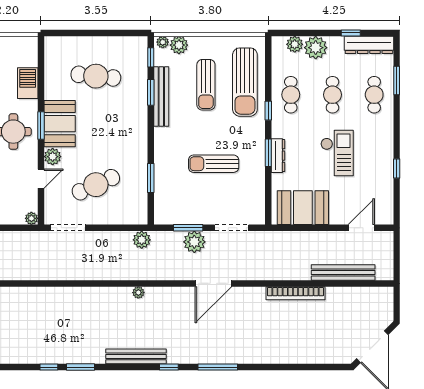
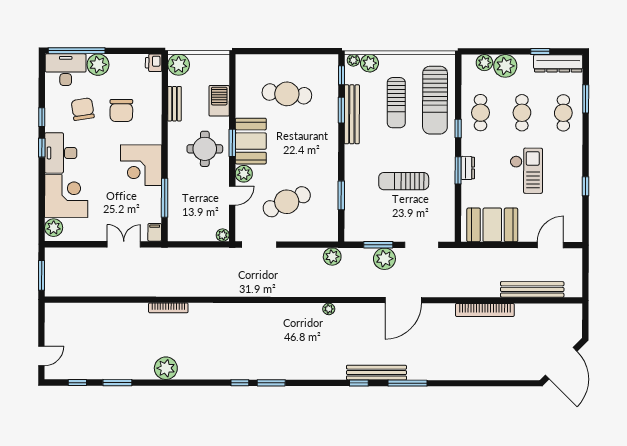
dresser: (278, 156) -> (468, 168), width x0.70
bench: (136, 356) -> (376, 373), moved

